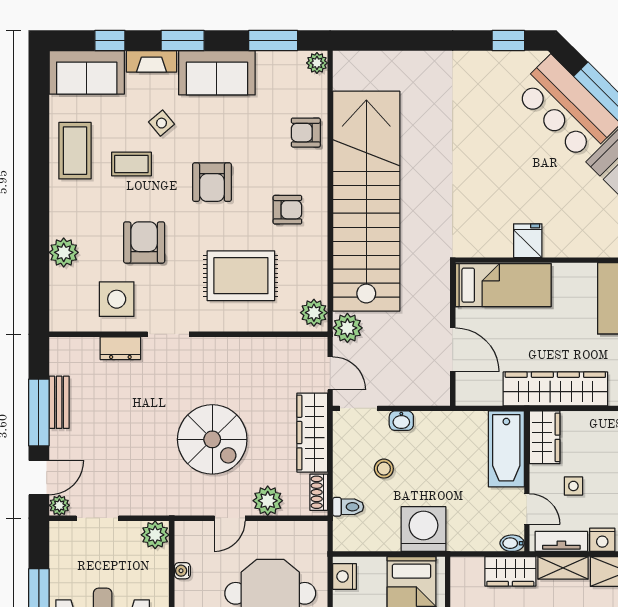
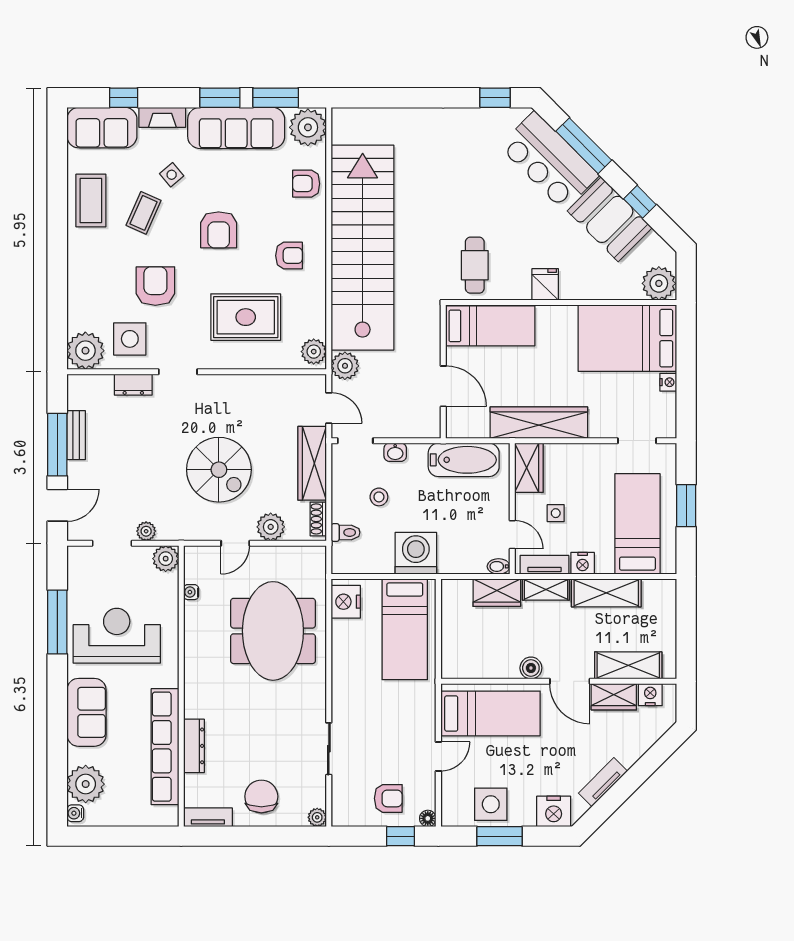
window: (183, 40) -> (220, 98), moved
plant: (317, 63) -> (308, 127), width x1.88, depth x1.88
sofa: (217, 73) -> (236, 128), width x1.36
coffee table: (131, 164) -> (144, 213), turned -66
cafe table: (487, 220) -> (475, 265), added
fridge: (528, 241) -> (545, 284), moved
plant: (64, 252) -> (85, 351), moved, width x1.36, depth x1.36
bathtub: (506, 449) -> (464, 460), moved, turned -90
plant: (59, 505) -> (146, 531), moved
nightstand: (344, 576) -> (346, 602), width x1.36, depth x1.33

